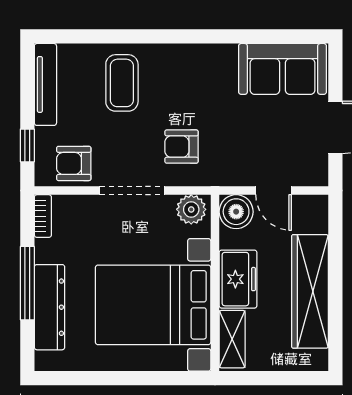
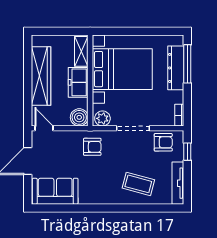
coffee table: (122, 83) -> (138, 184), turned -75
armchair: (182, 147) -> (92, 147), moved
door: (274, 191) -> (44, 128), moved
window: (27, 283) -> (187, 64), moved

